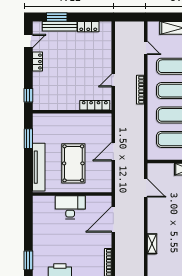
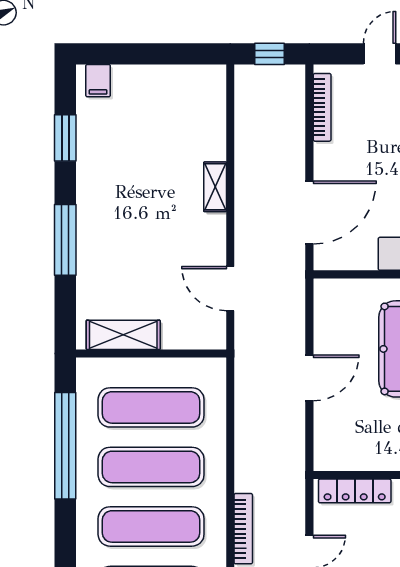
shelving: (152, 244) -> (215, 187), moved

